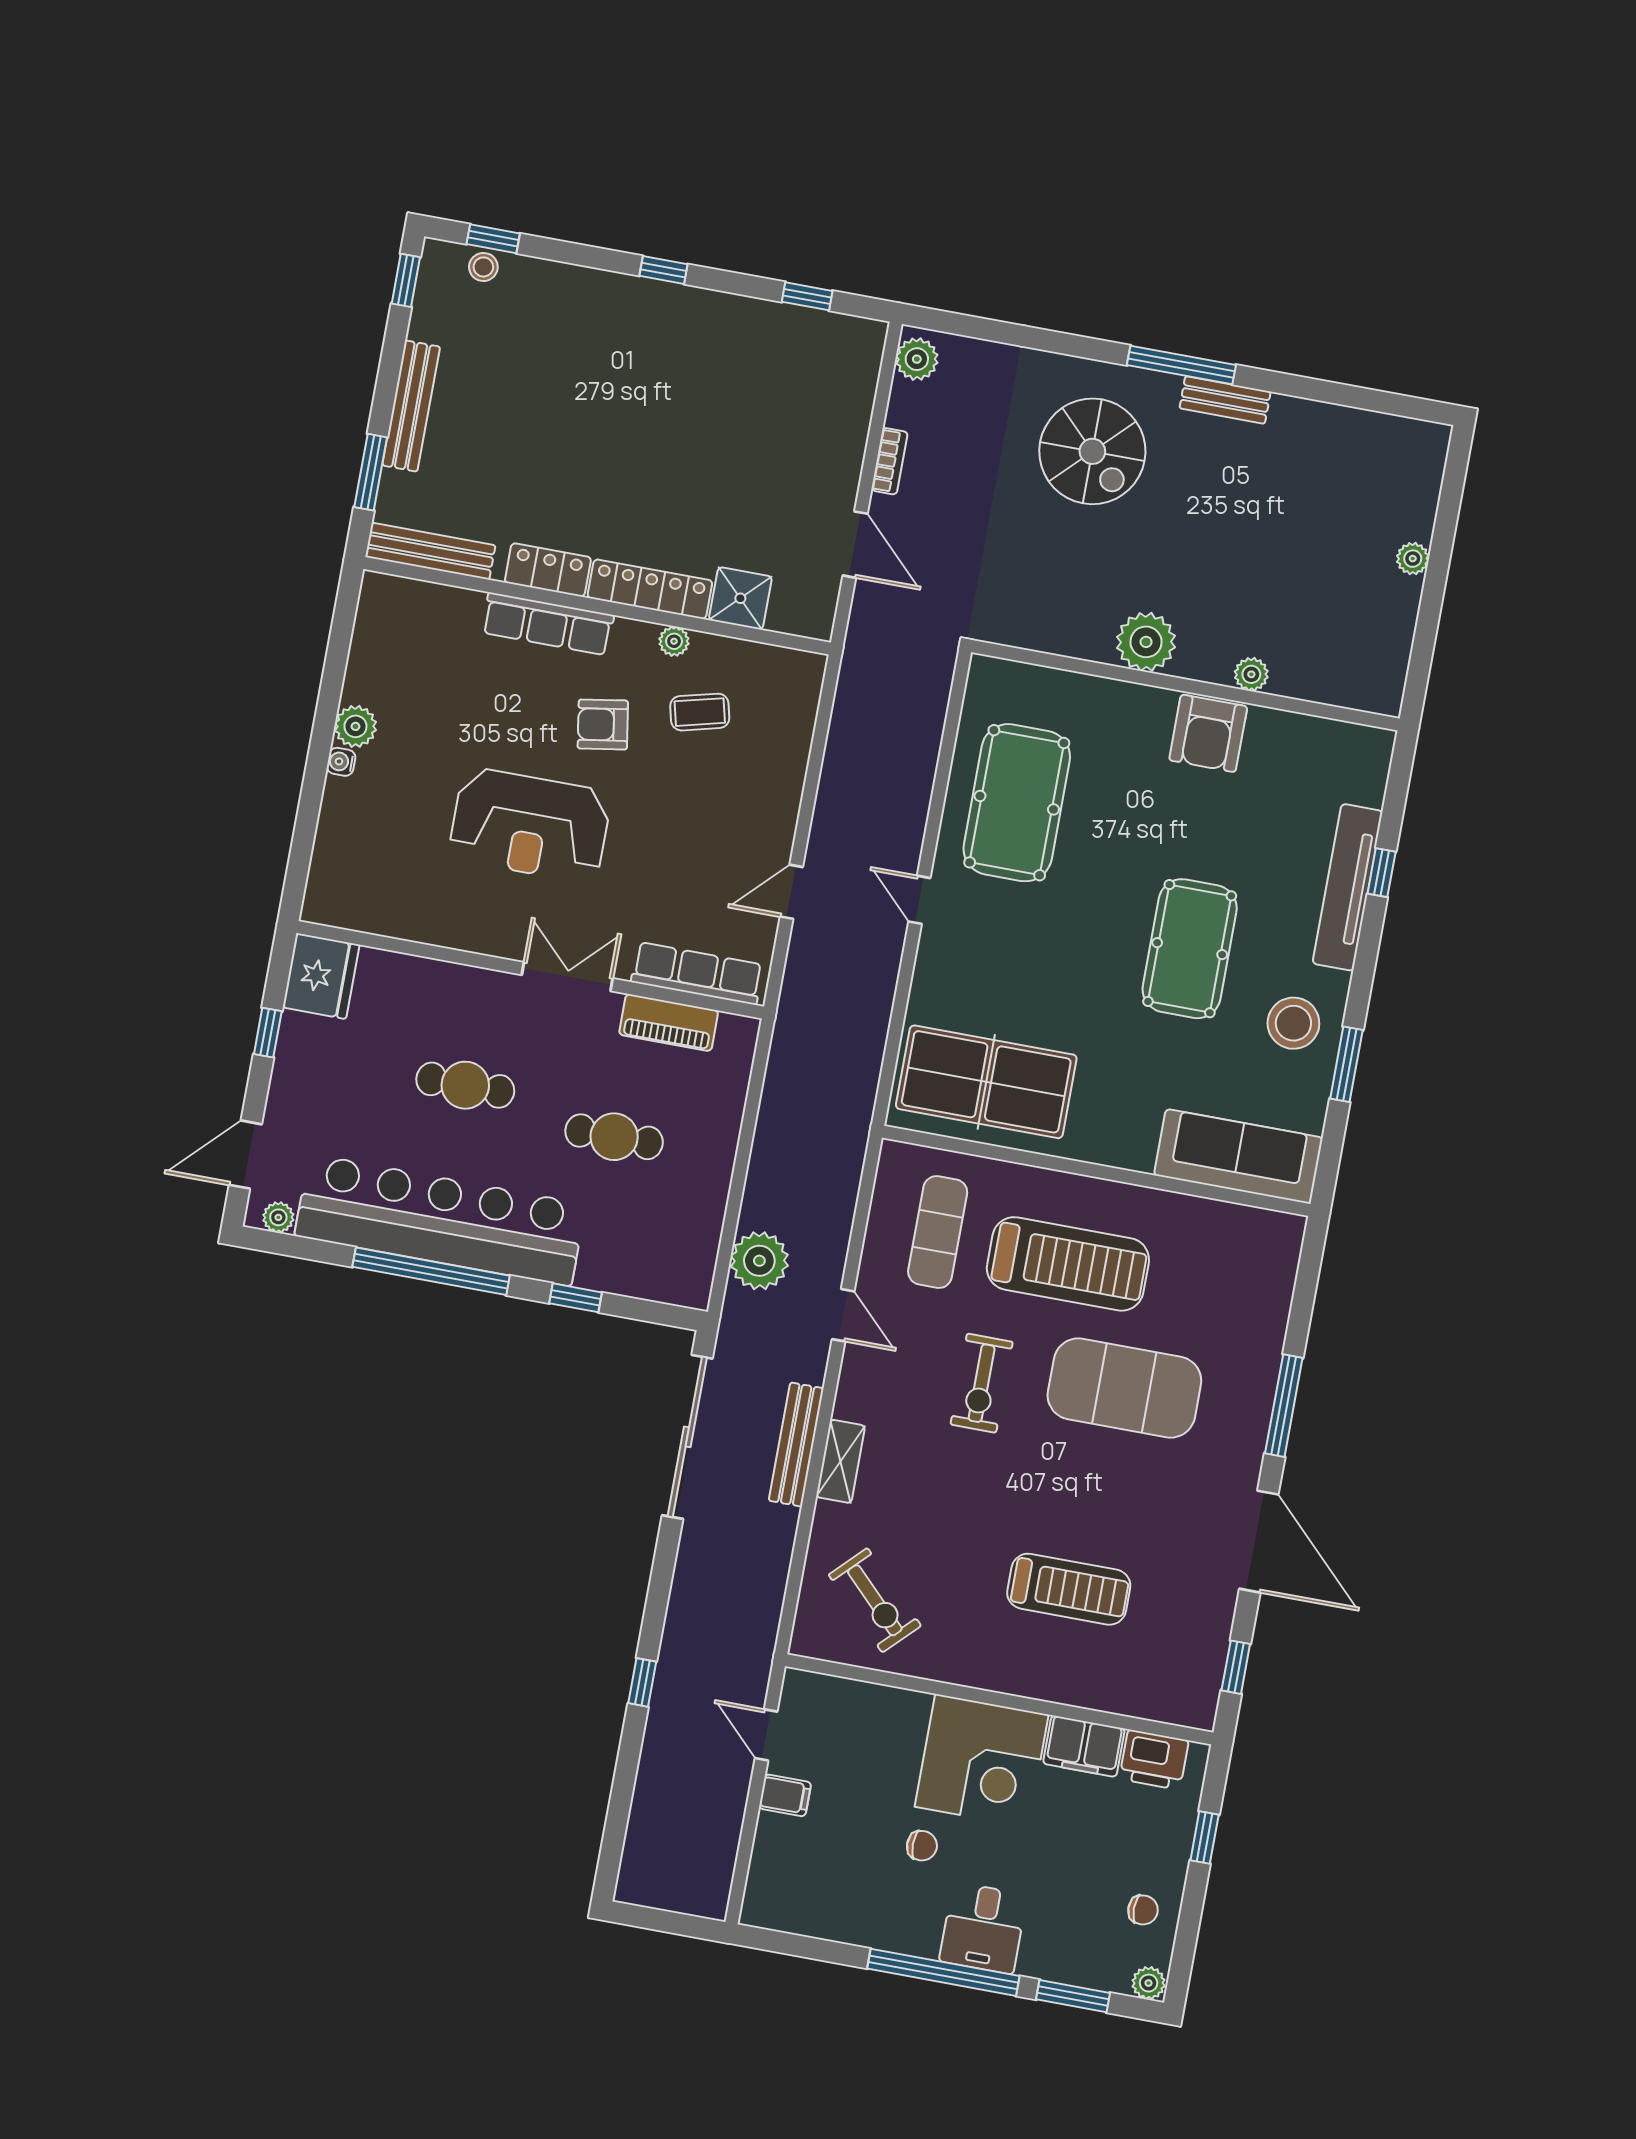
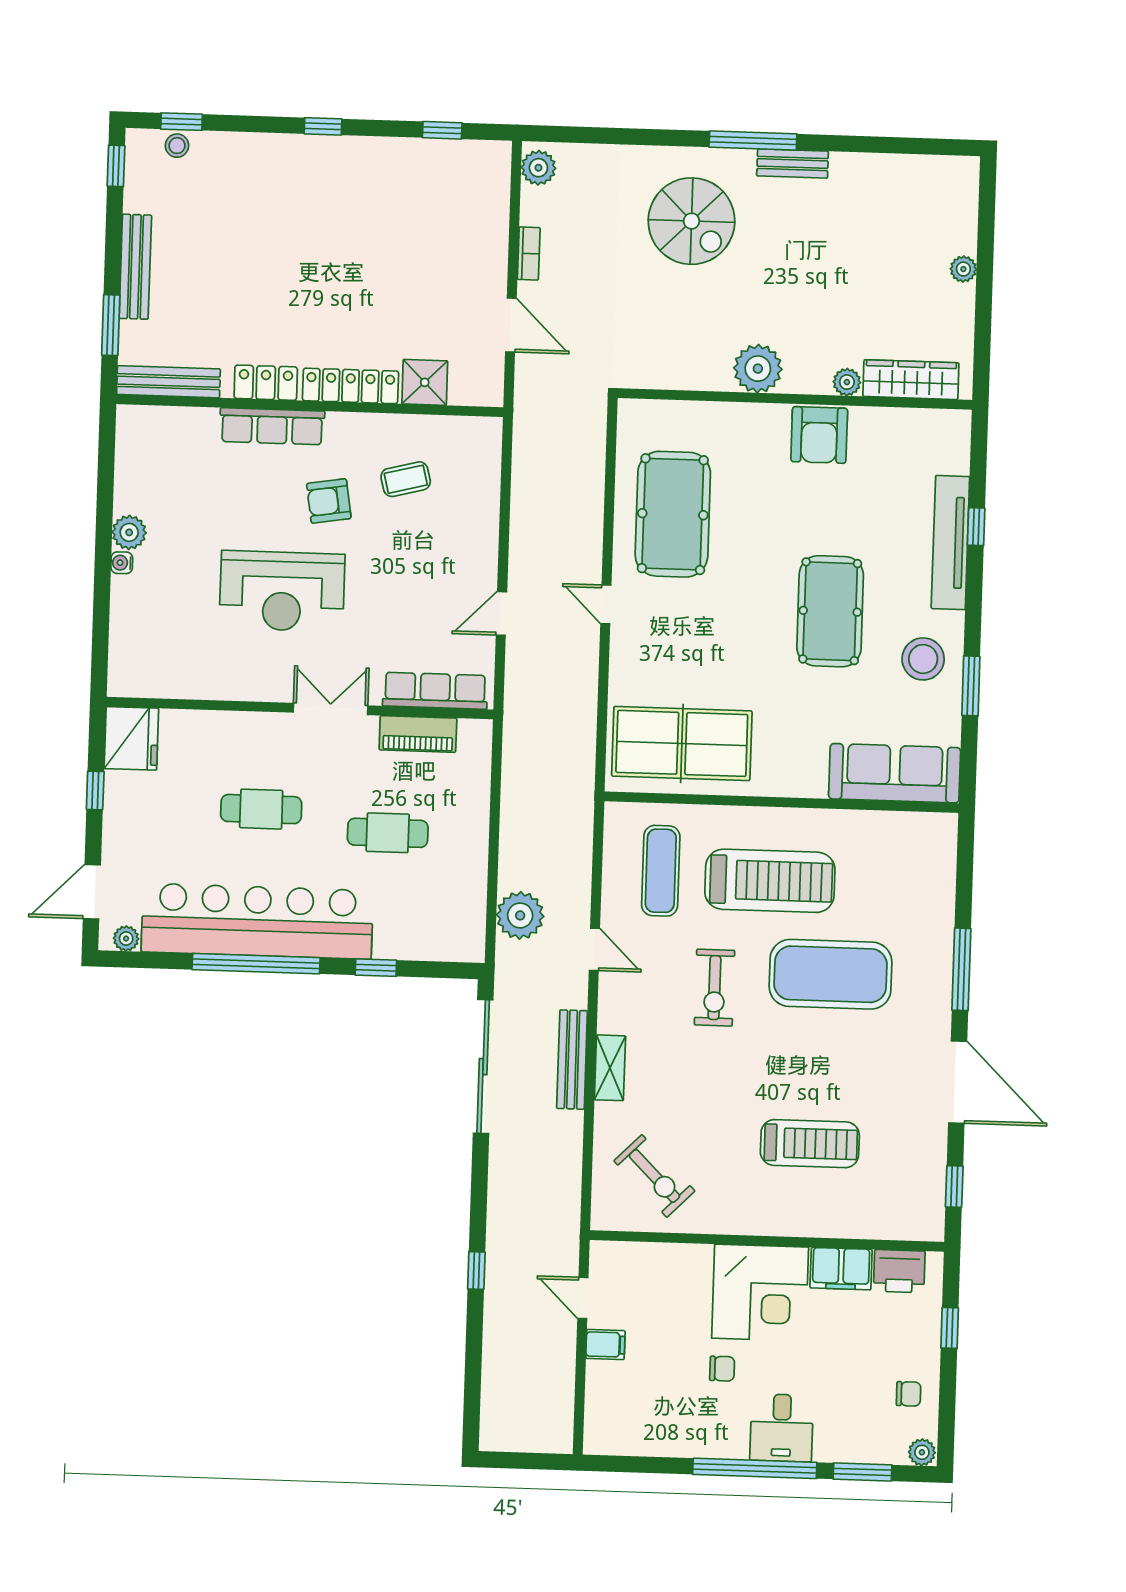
plant: (674, 641) -> (376, 425), removed
wardrobe: (1329, 683) -> (911, 380), added

